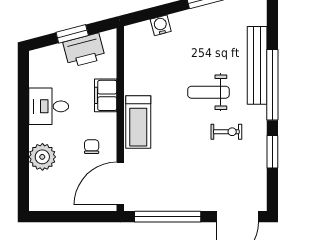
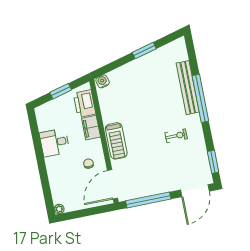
water cooler: (161, 25) -> (103, 81), moved
printer: (84, 50) -> (85, 104), moved, turned 105
weight bench: (208, 92) -> (159, 112), removed
window: (272, 152) -> (213, 162), moved
plant: (42, 157) -> (59, 209), moved, width x0.53, depth x0.53

